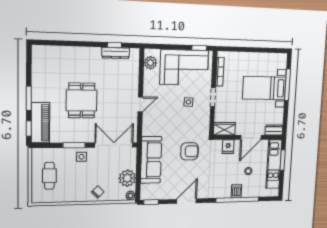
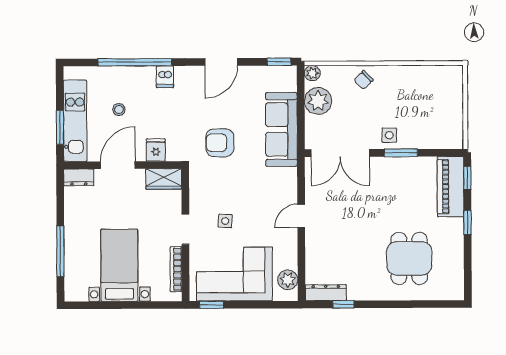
dresser: (116, 53) -> (326, 293), moved
bed with nightstands: (264, 88) -> (119, 265), moved, turned -90
window: (29, 98) -> (467, 222), width x0.67
dining table: (82, 100) -> (409, 258), moved
cafe table: (49, 176) -> (437, 106), removed
dishwasher: (236, 191) -> (165, 77), moved

